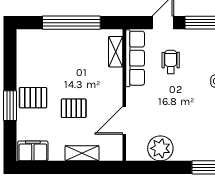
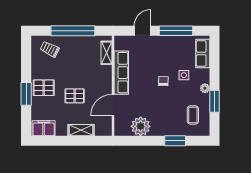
trolley: (41, 47) -> (50, 49), added
row of seats: (135, 58) -> (121, 73), moved
wheelchair: (171, 62) -> (148, 61), removed
chair: (190, 89) -> (163, 81), added

